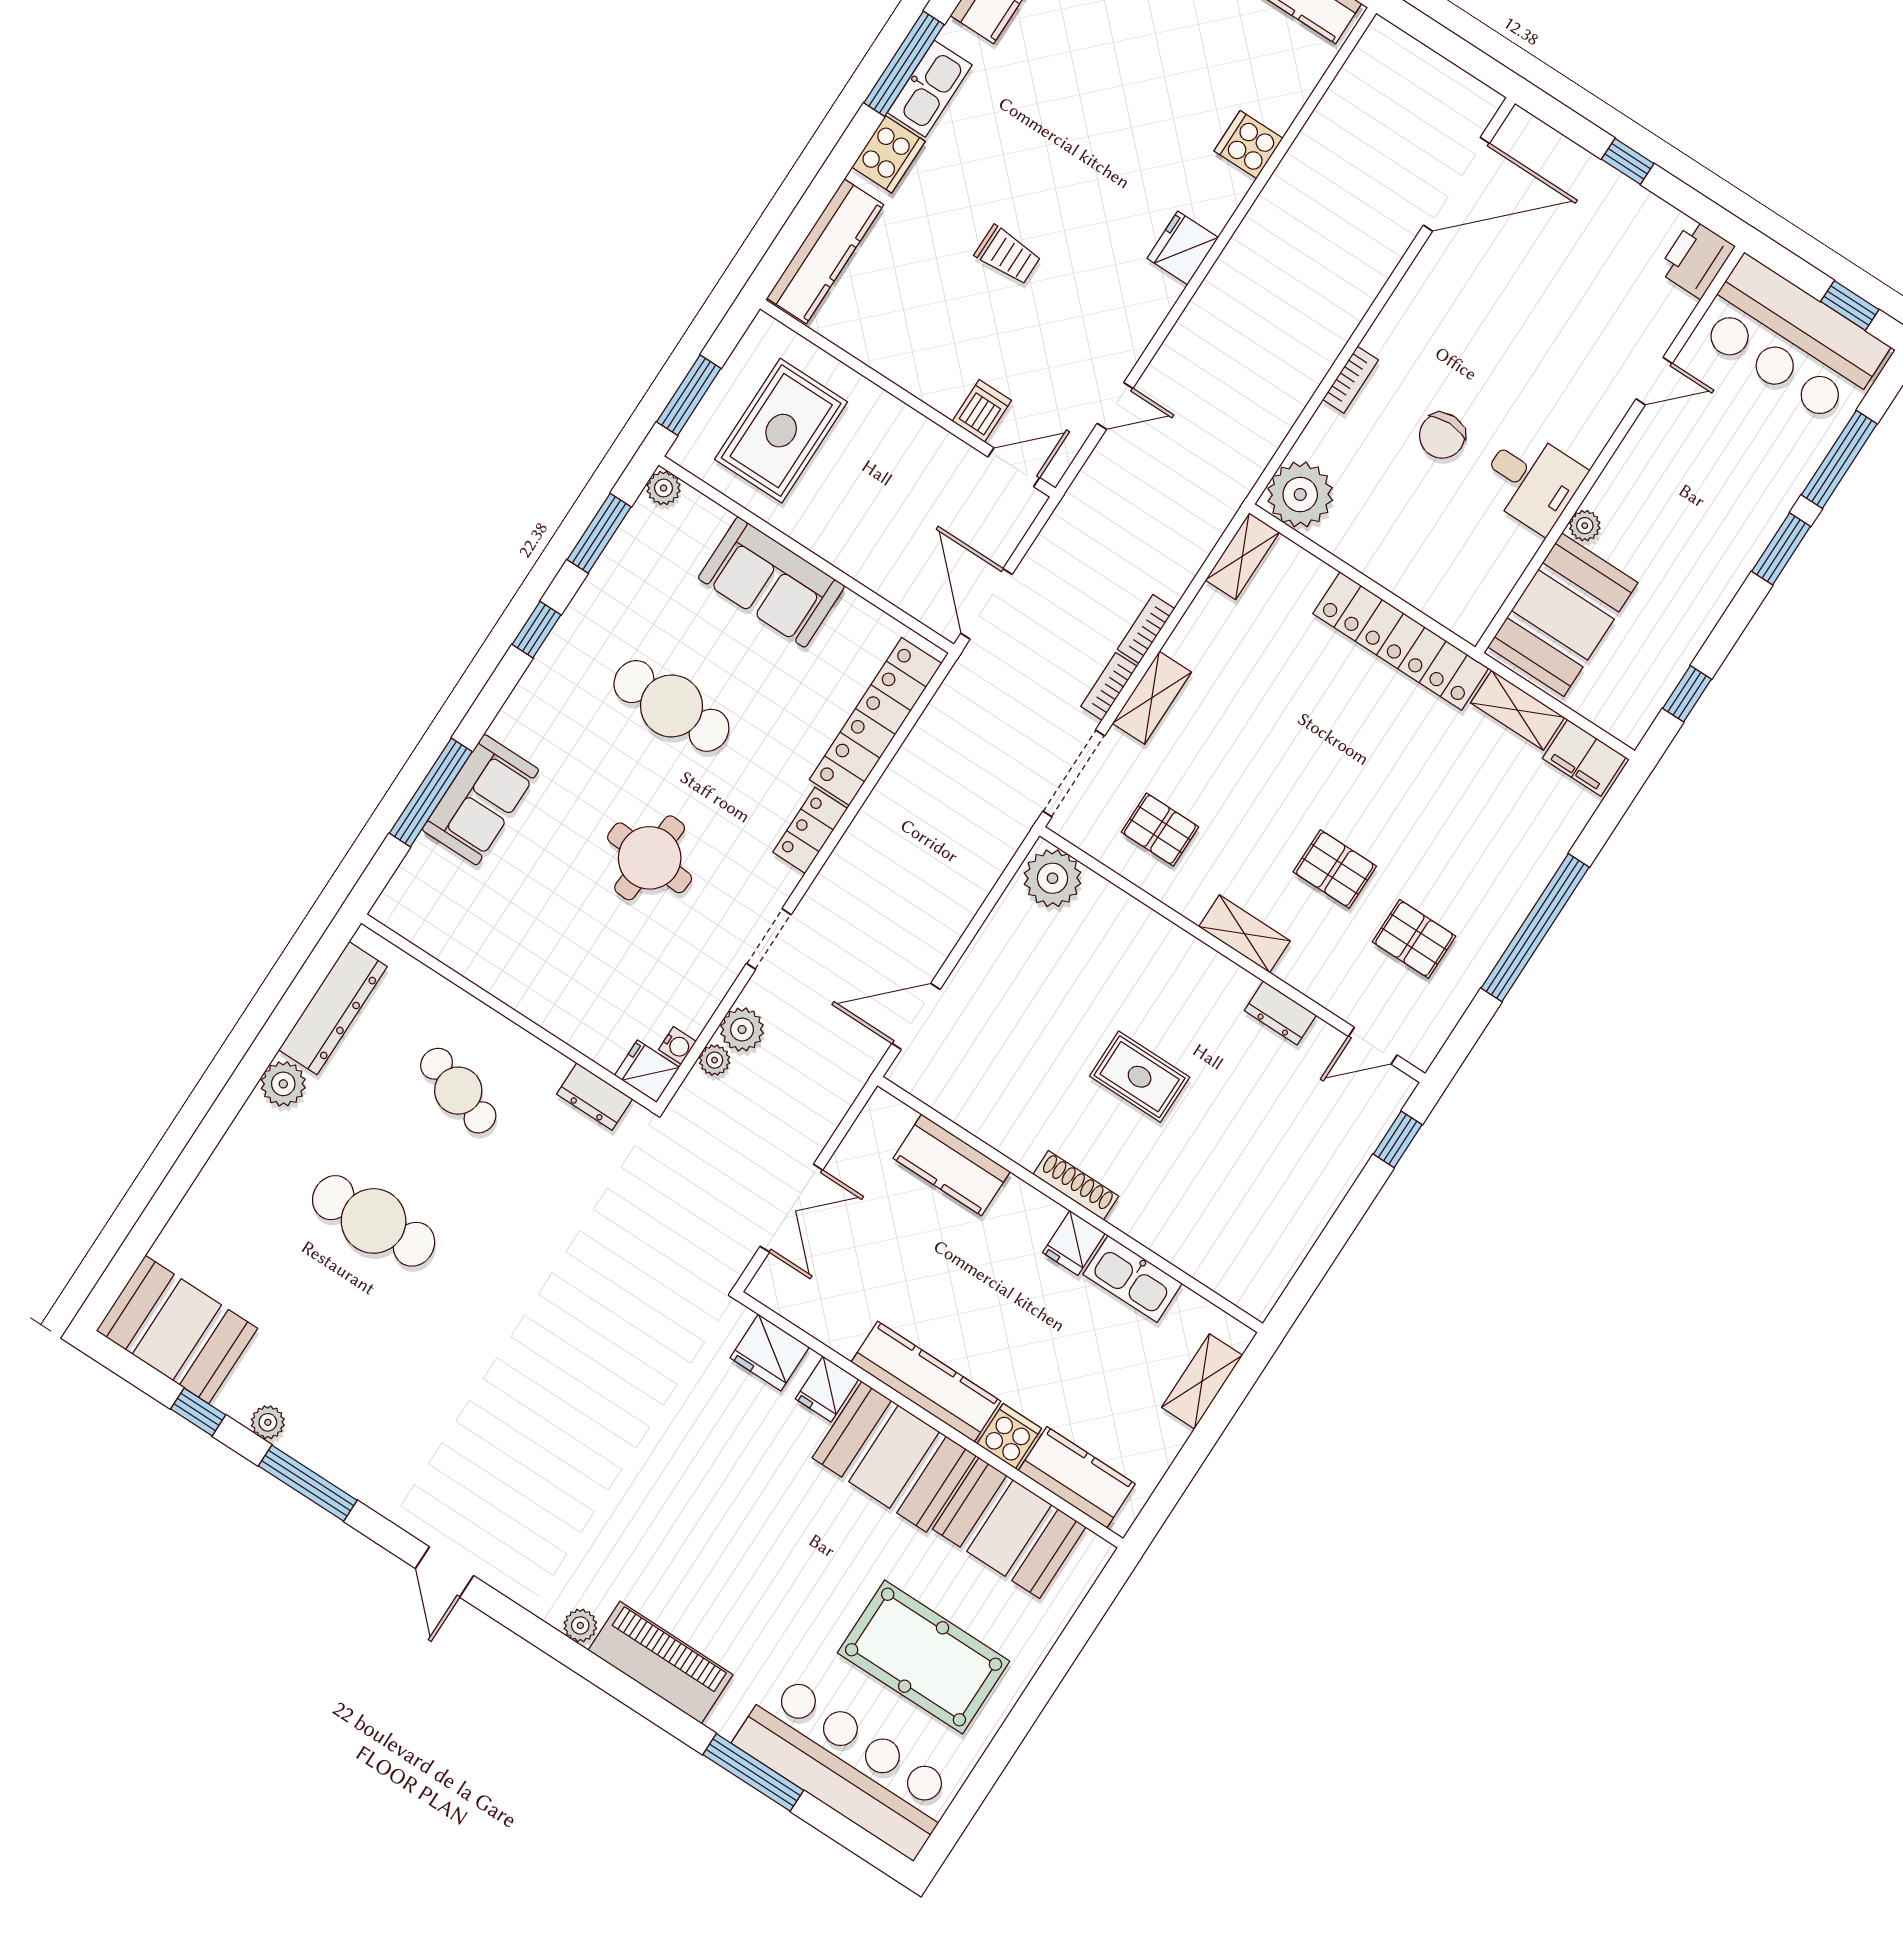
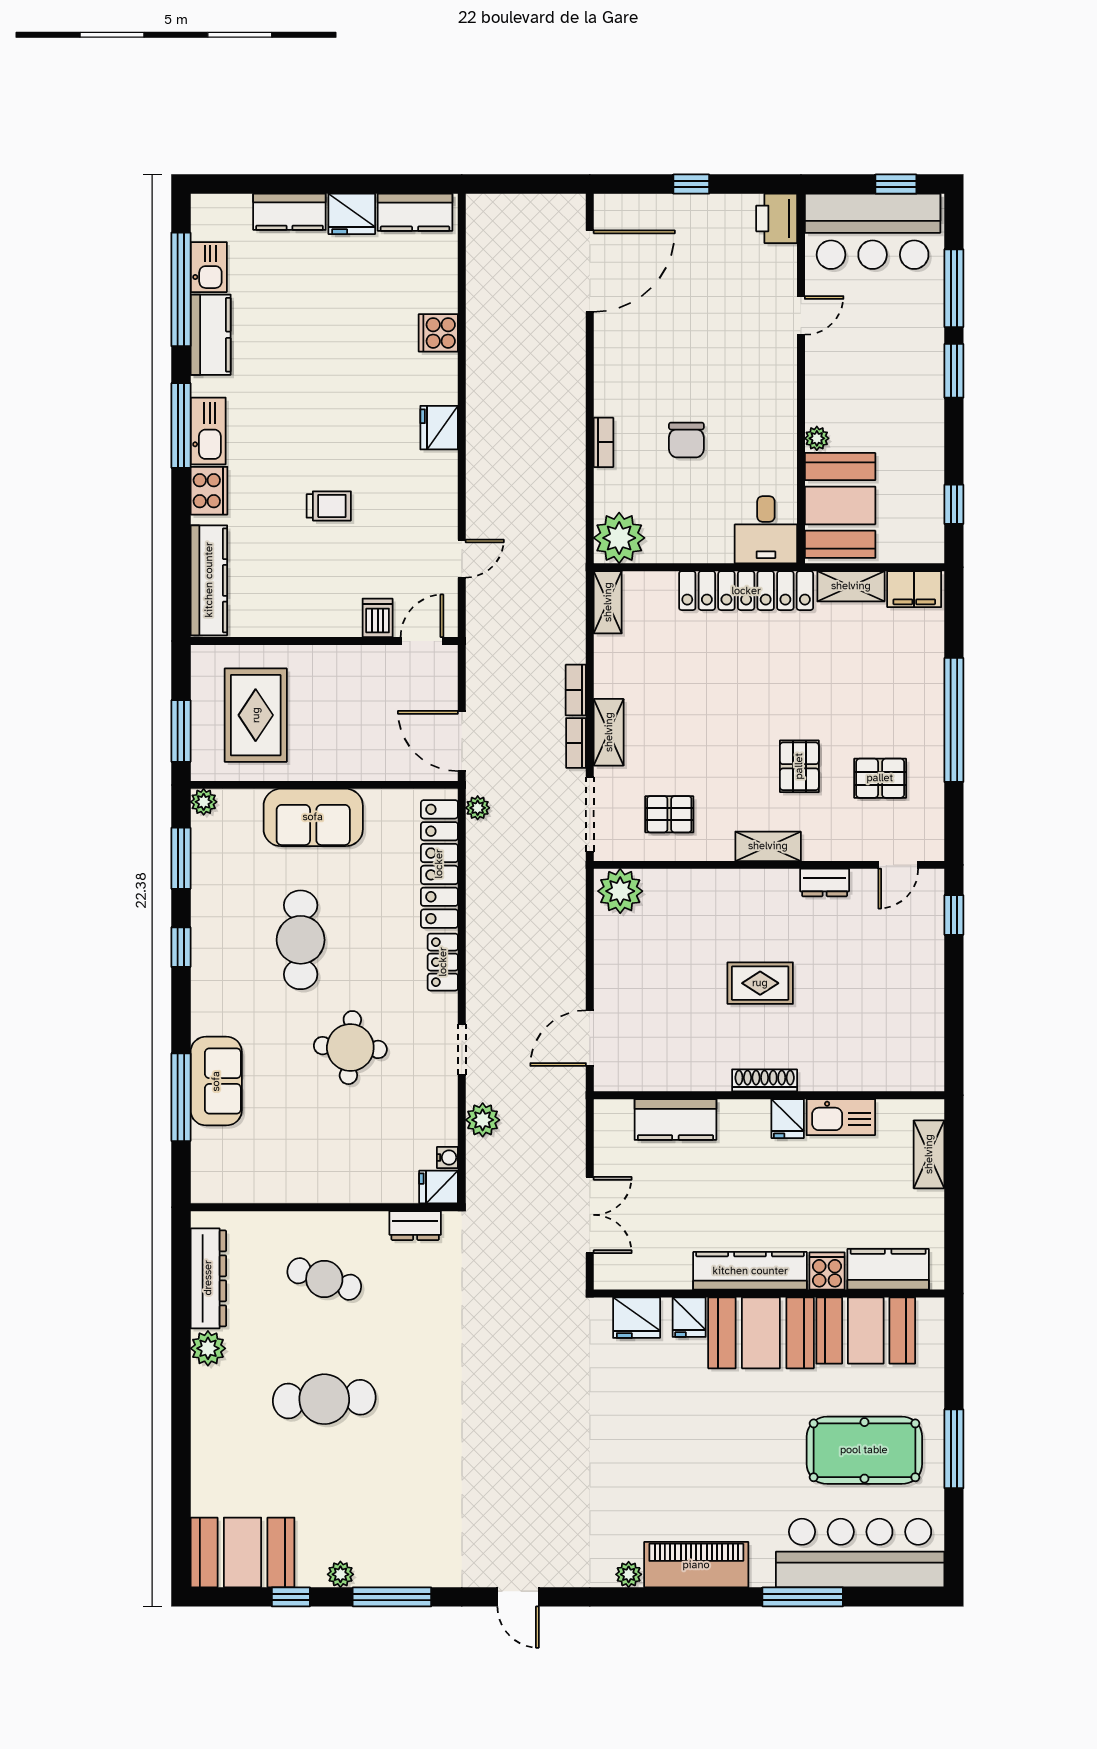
desk: (1532, 481) -> (766, 530), moved, turned 90
cafe table: (671, 706) -> (301, 940), turned 90
pallet: (1335, 869) -> (799, 766), turned 90
plant: (715, 1060) -> (478, 808), moved
window: (1022, 1718) -> (954, 1449), added

